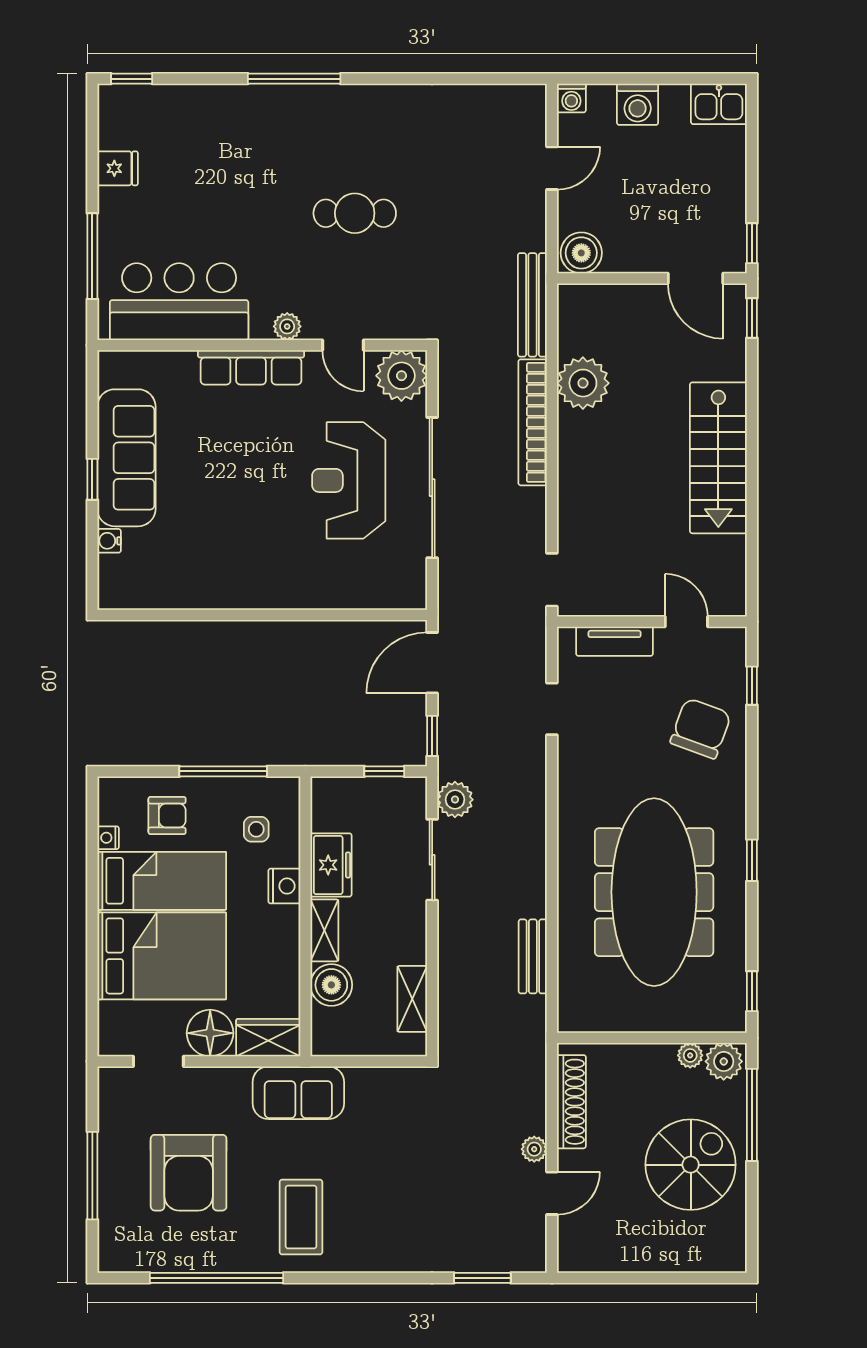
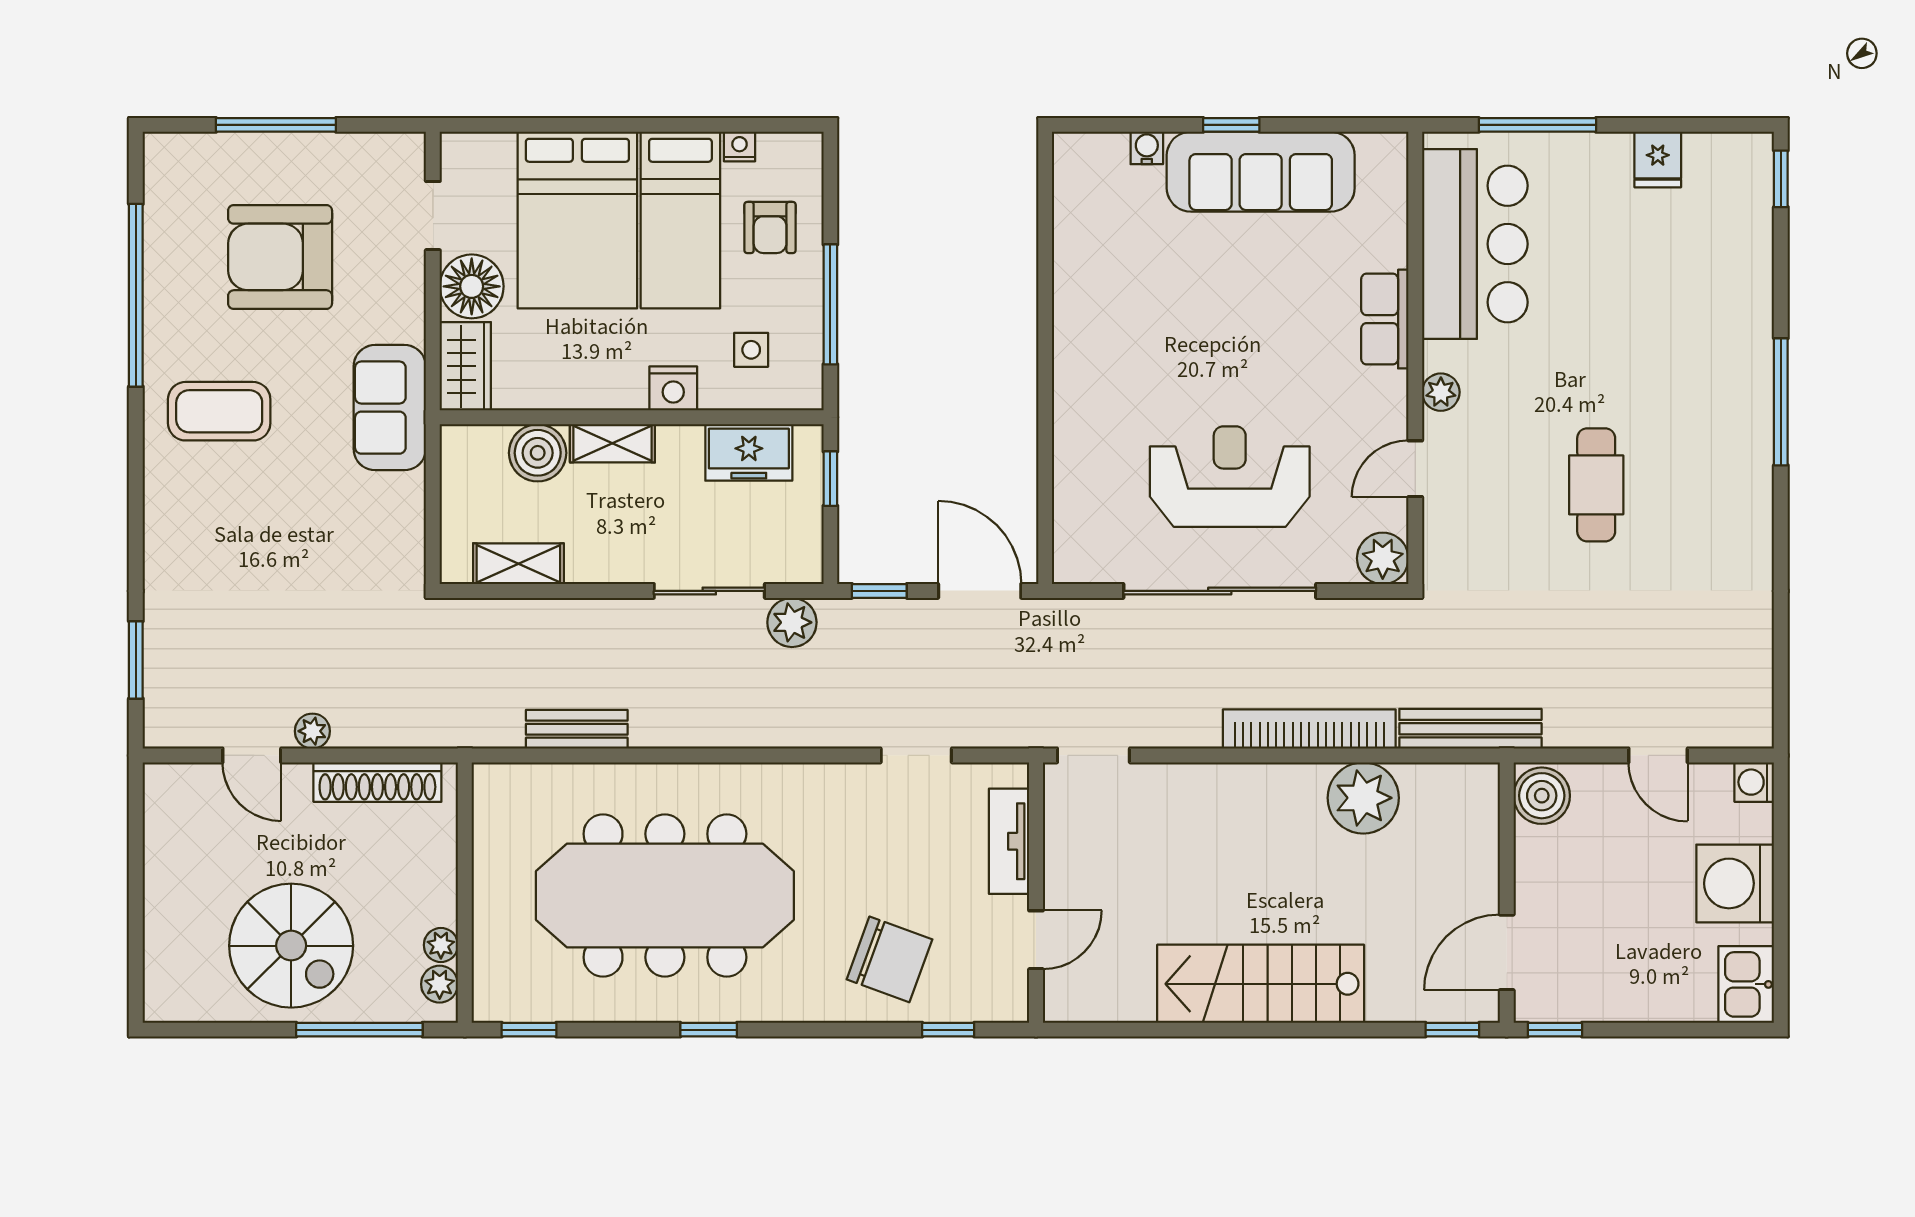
washing machine: (638, 104) -> (1735, 883), width x1.37, depth x1.37
row of seats: (251, 367) -> (1385, 319), width x0.68
plant: (401, 376) -> (1383, 558), width x0.73, depth x0.73
window: (384, 771) -> (830, 479), moved
freezer: (331, 865) -> (749, 452), moved
plant: (724, 1061) -> (440, 984), width x0.73, depth x0.73

